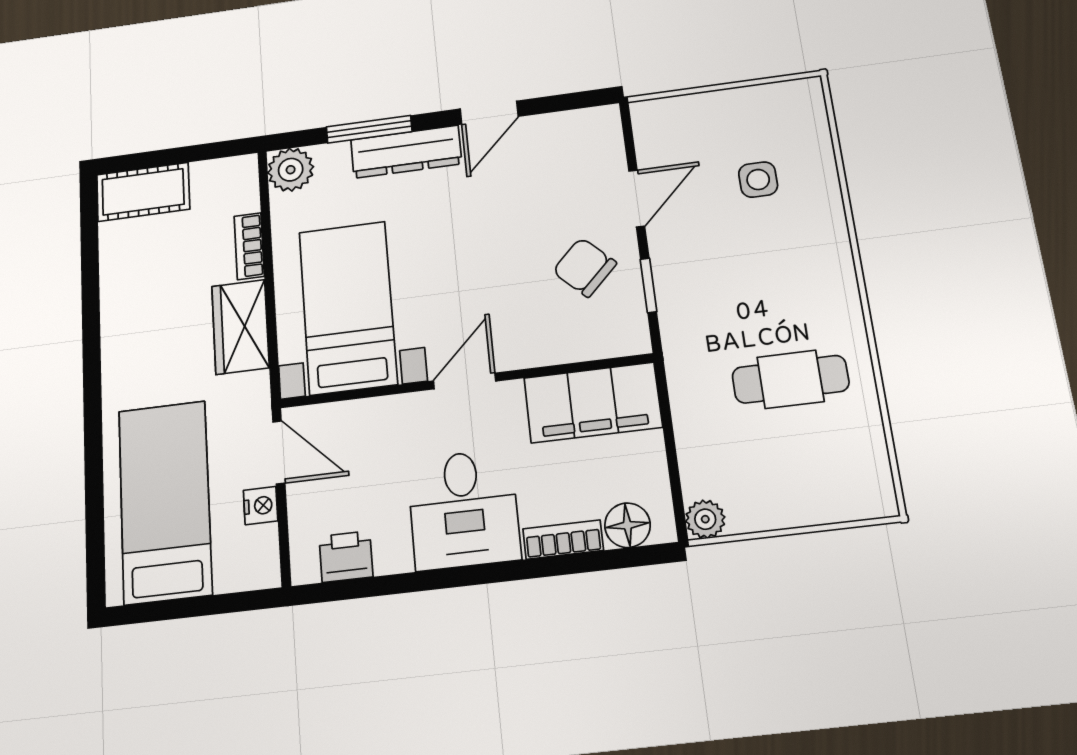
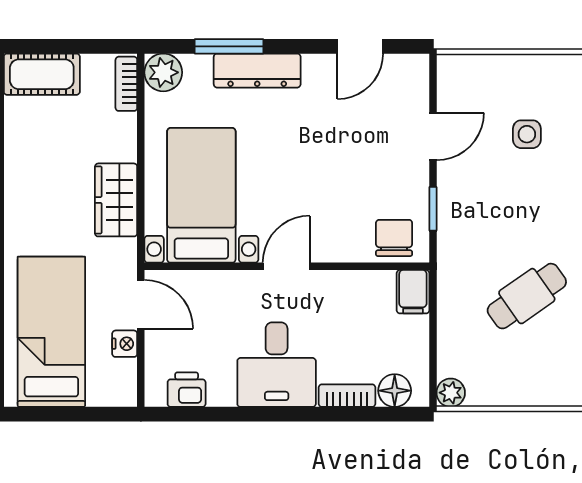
door: (489, 113) -> (360, 46), moved
bookcase: (249, 246) -> (126, 84), moved
chair: (584, 267) -> (394, 238), moved, turned 45
cafe table: (790, 379) -> (527, 296), turned -35
filing cabinet: (593, 402) -> (413, 292), width x0.33, depth x0.86

